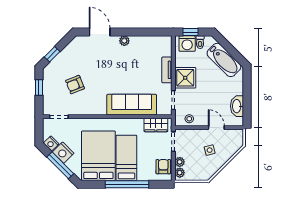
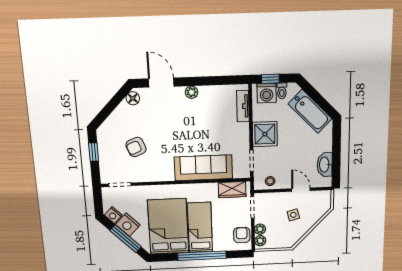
floor lamp: (75, 44) -> (133, 98), added
window: (52, 54) -> (106, 112), removed
tv unit: (167, 70) -> (243, 106), moved

